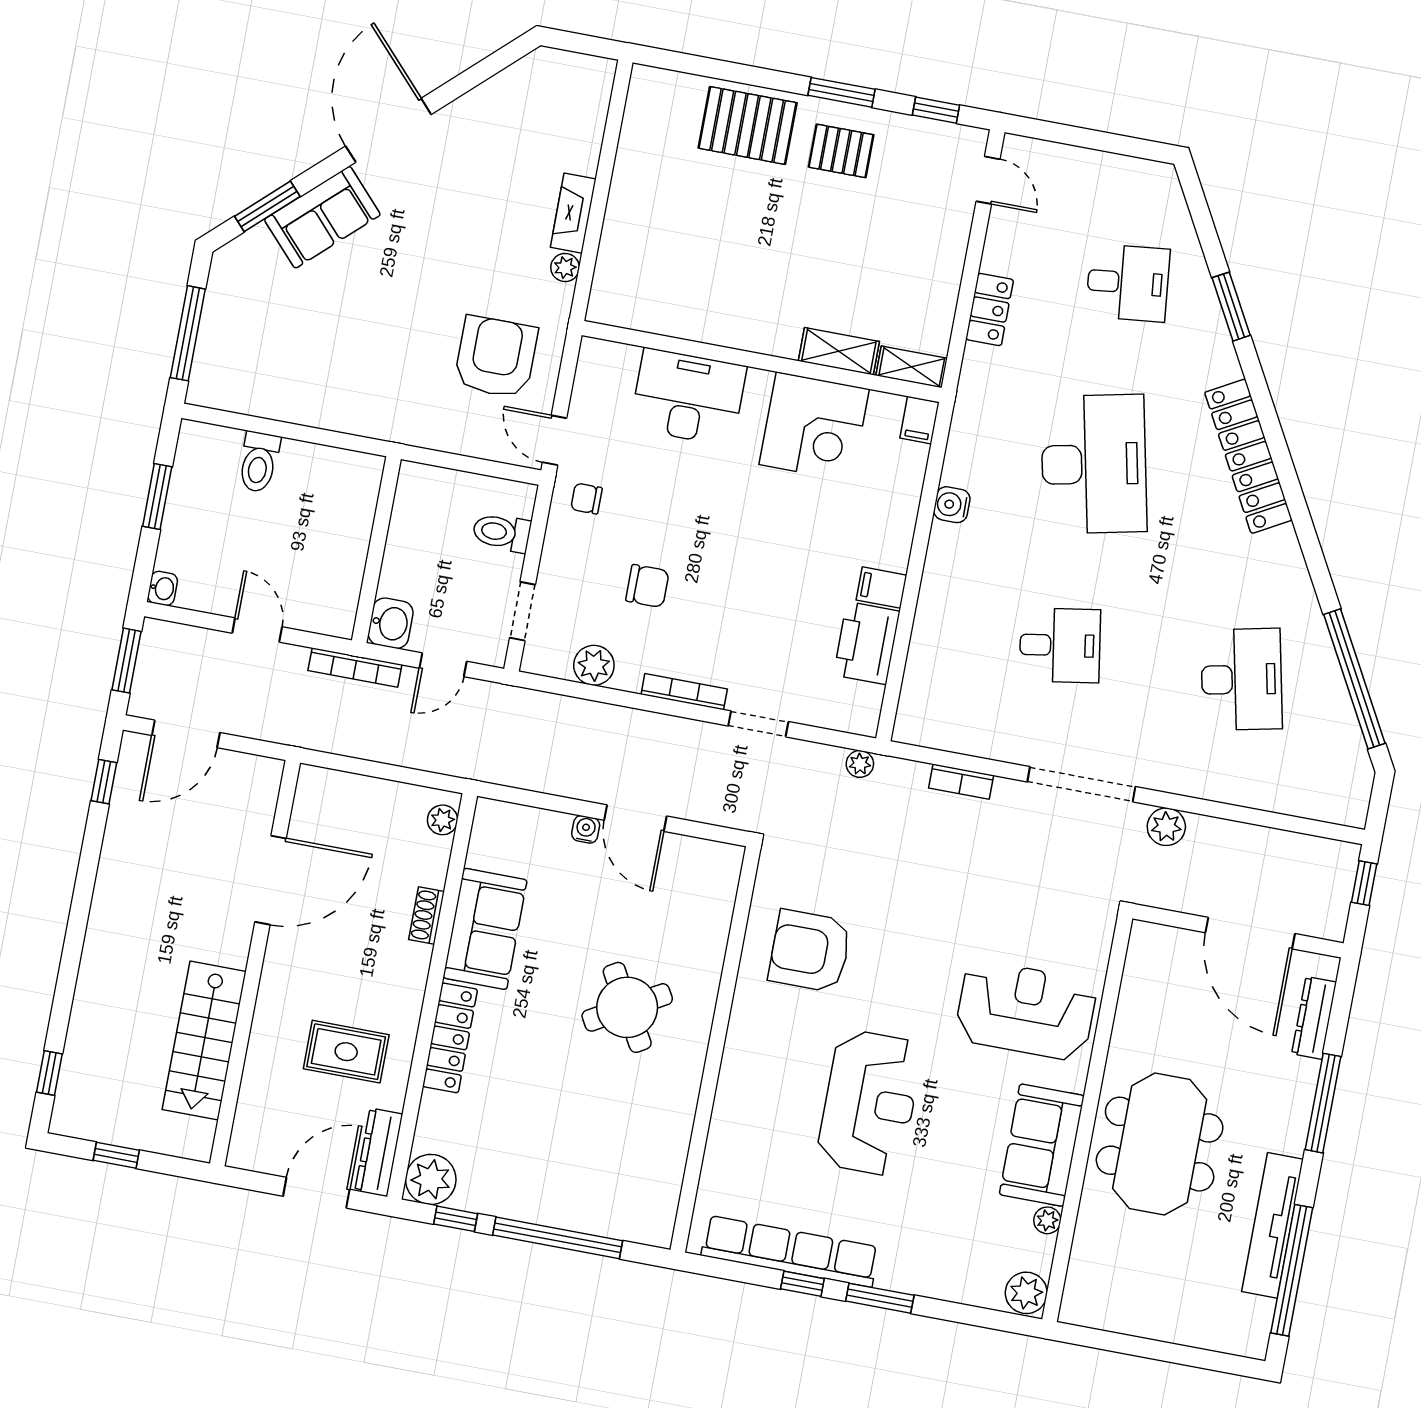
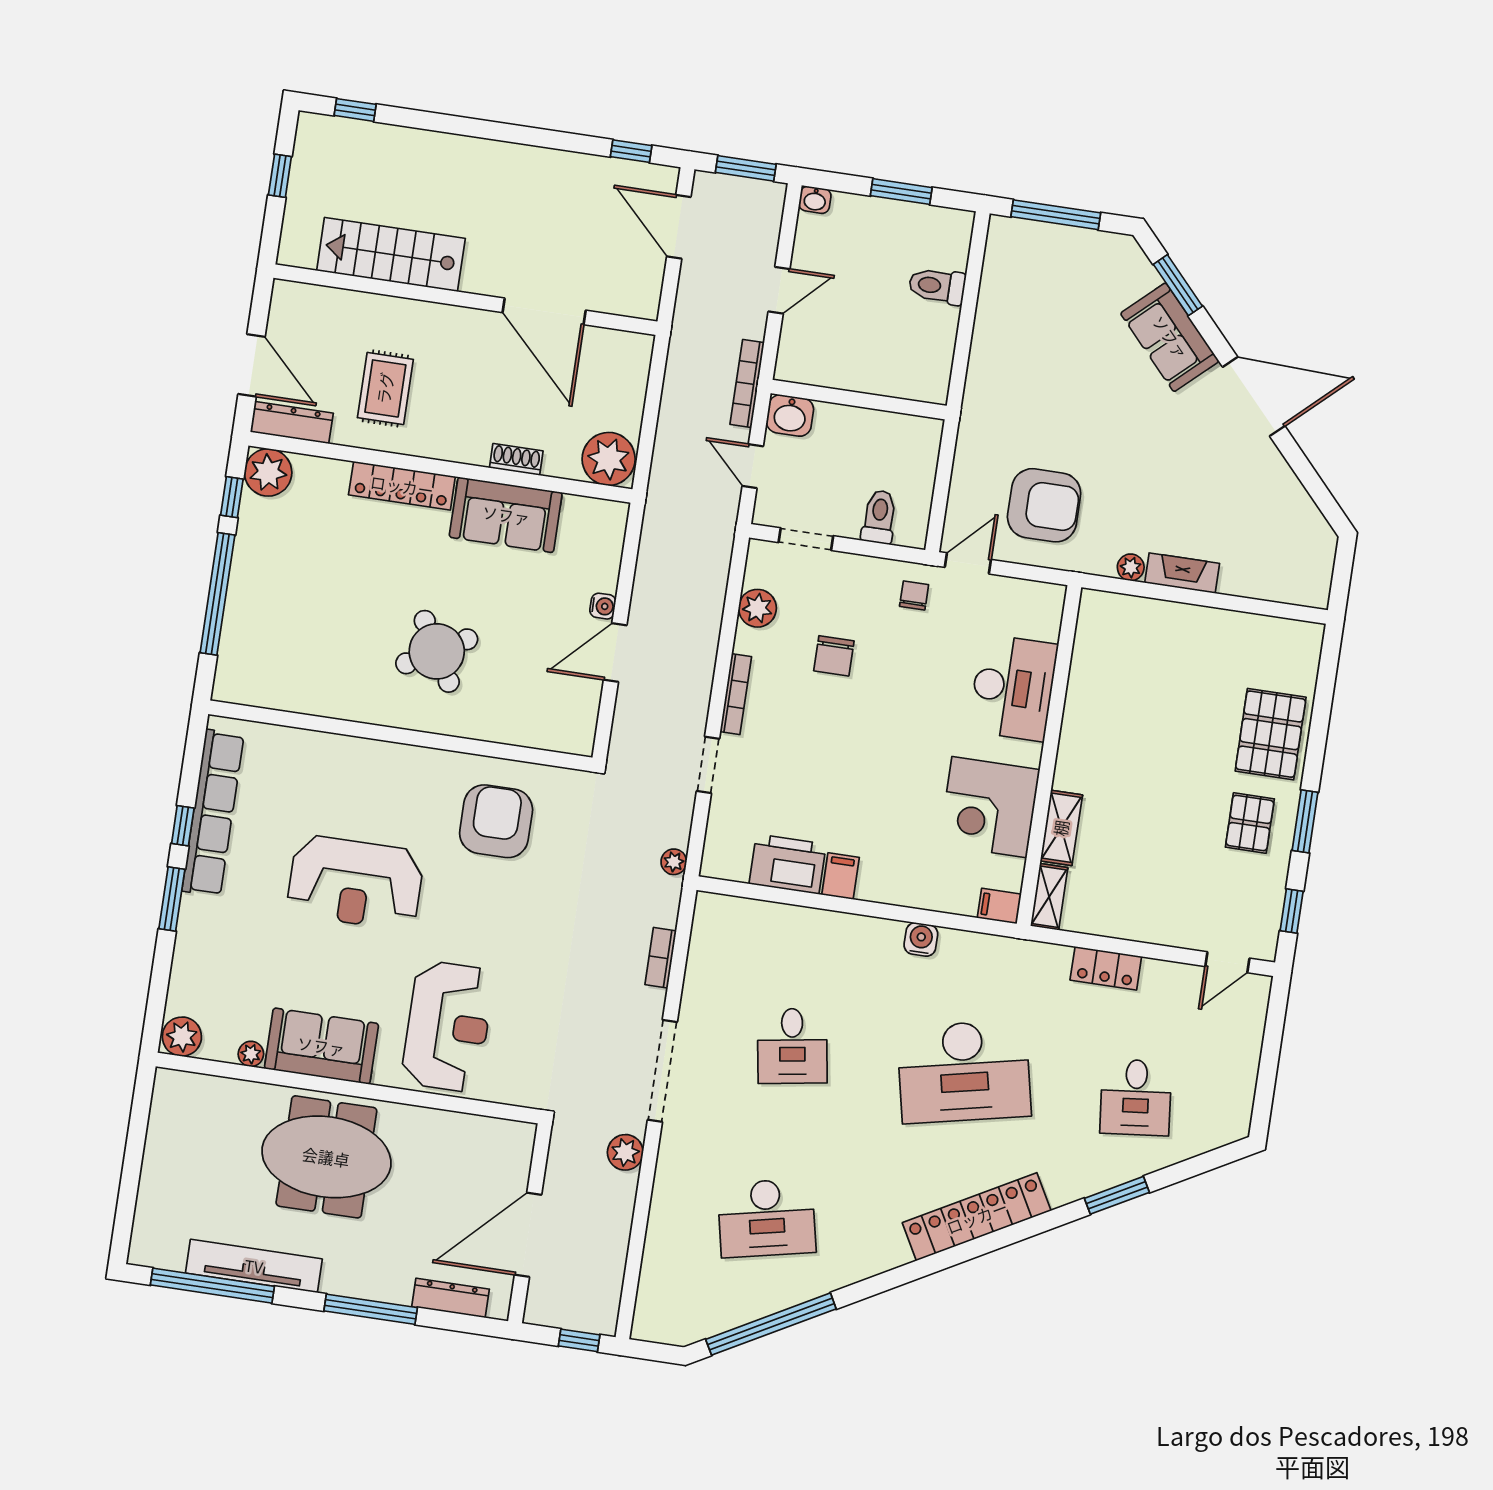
plant: (443, 820) -> (609, 459), width x1.87, depth x1.87

